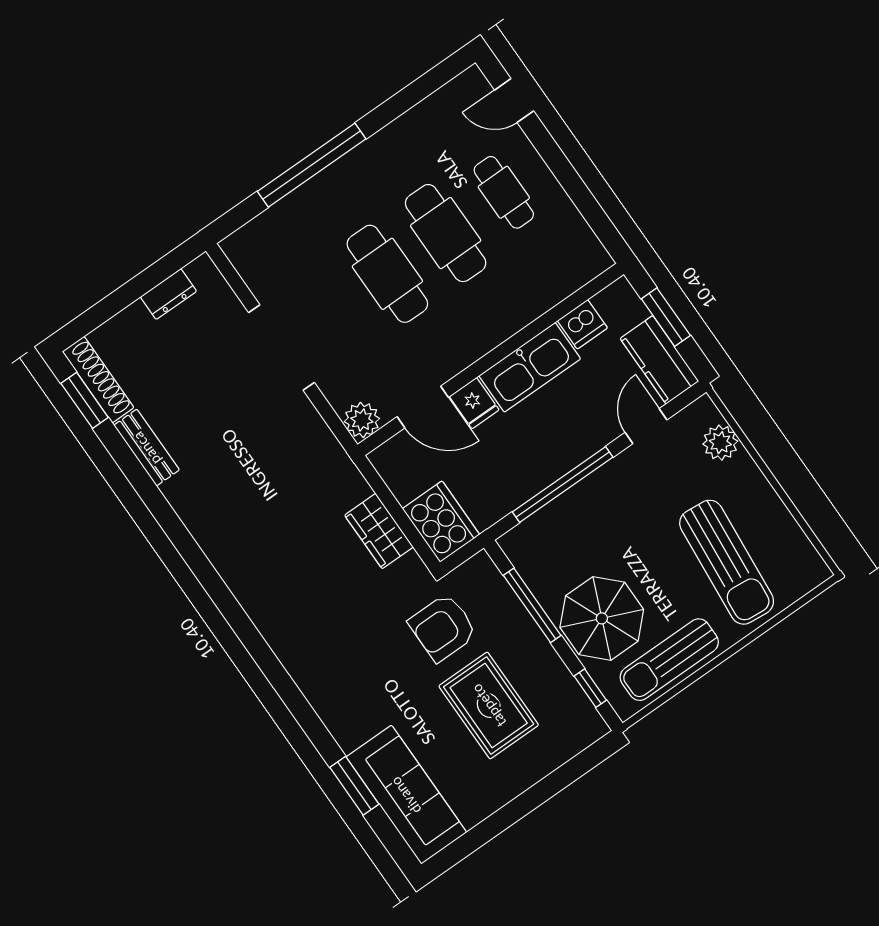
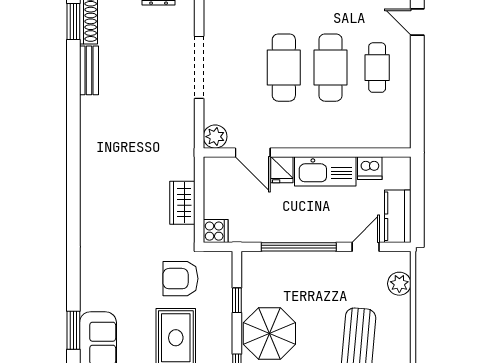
window: (666, 317) -> (417, 196), removed
cooker: (441, 522) -> (216, 231), width x0.53, depth x0.76
window: (532, 605) -> (237, 300), width x0.46

